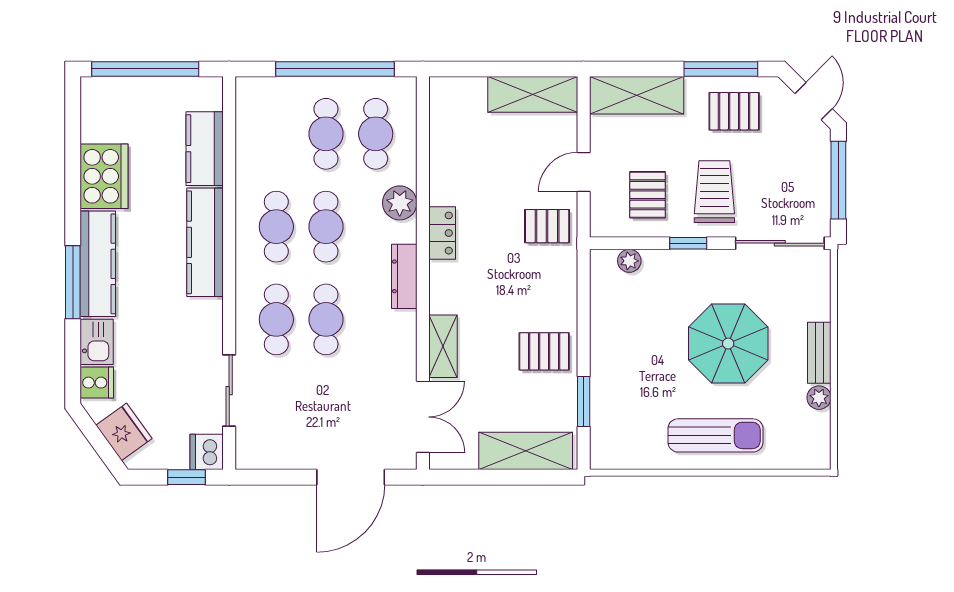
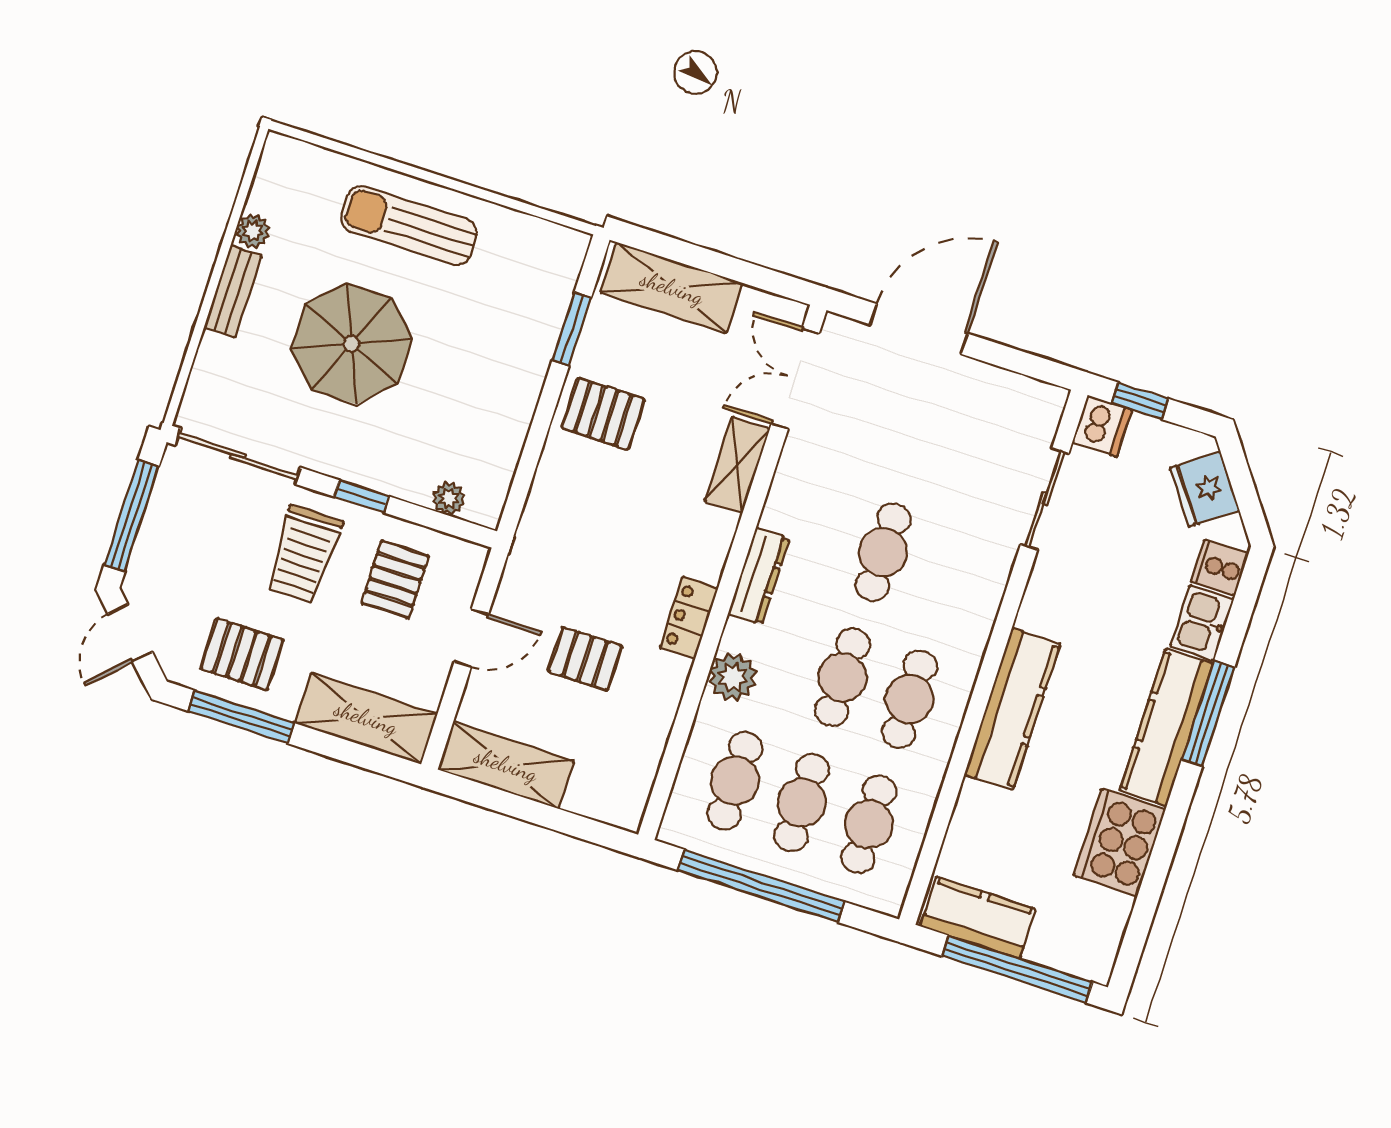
kitchen counter: (205, 149) -> (978, 918), moved, turned -90
pallet: (547, 226) -> (585, 659), moved
cafe table: (276, 319) -> (869, 824), moved

